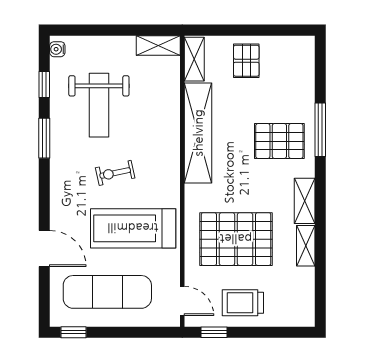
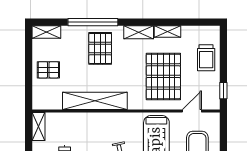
shelving: (194, 59) -> (46, 32), moved
window: (320, 130) -> (93, 22), width x1.46
door: (182, 301) -> (192, 111), moved
trolley: (243, 303) -> (206, 58), moved

